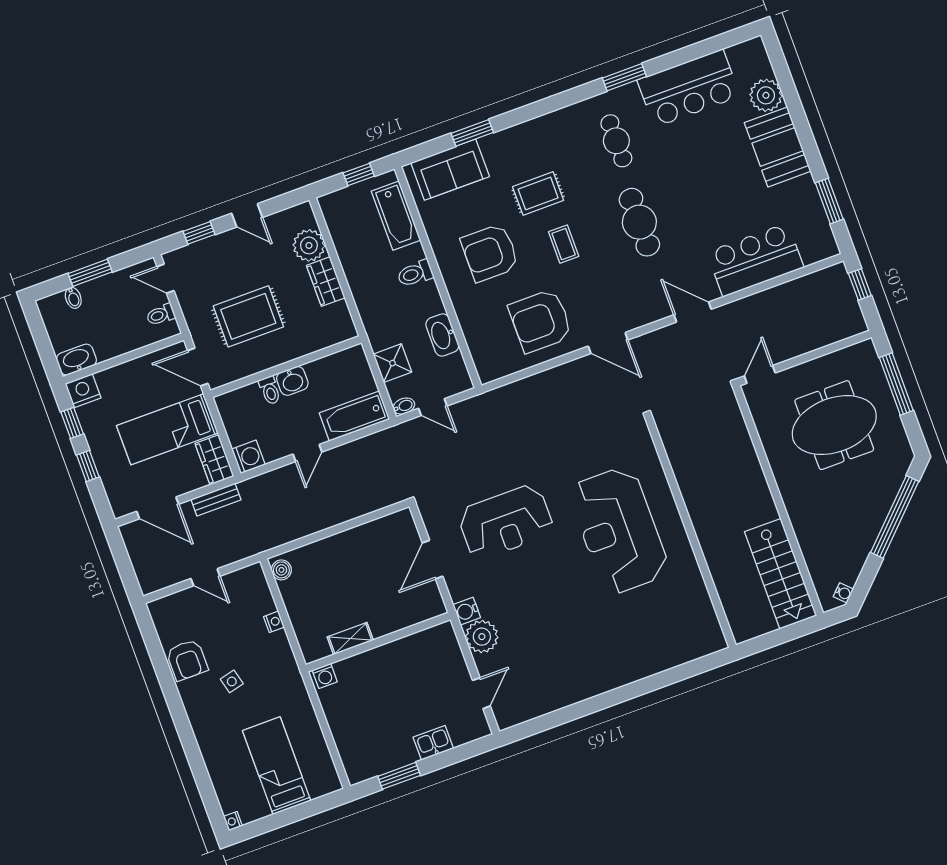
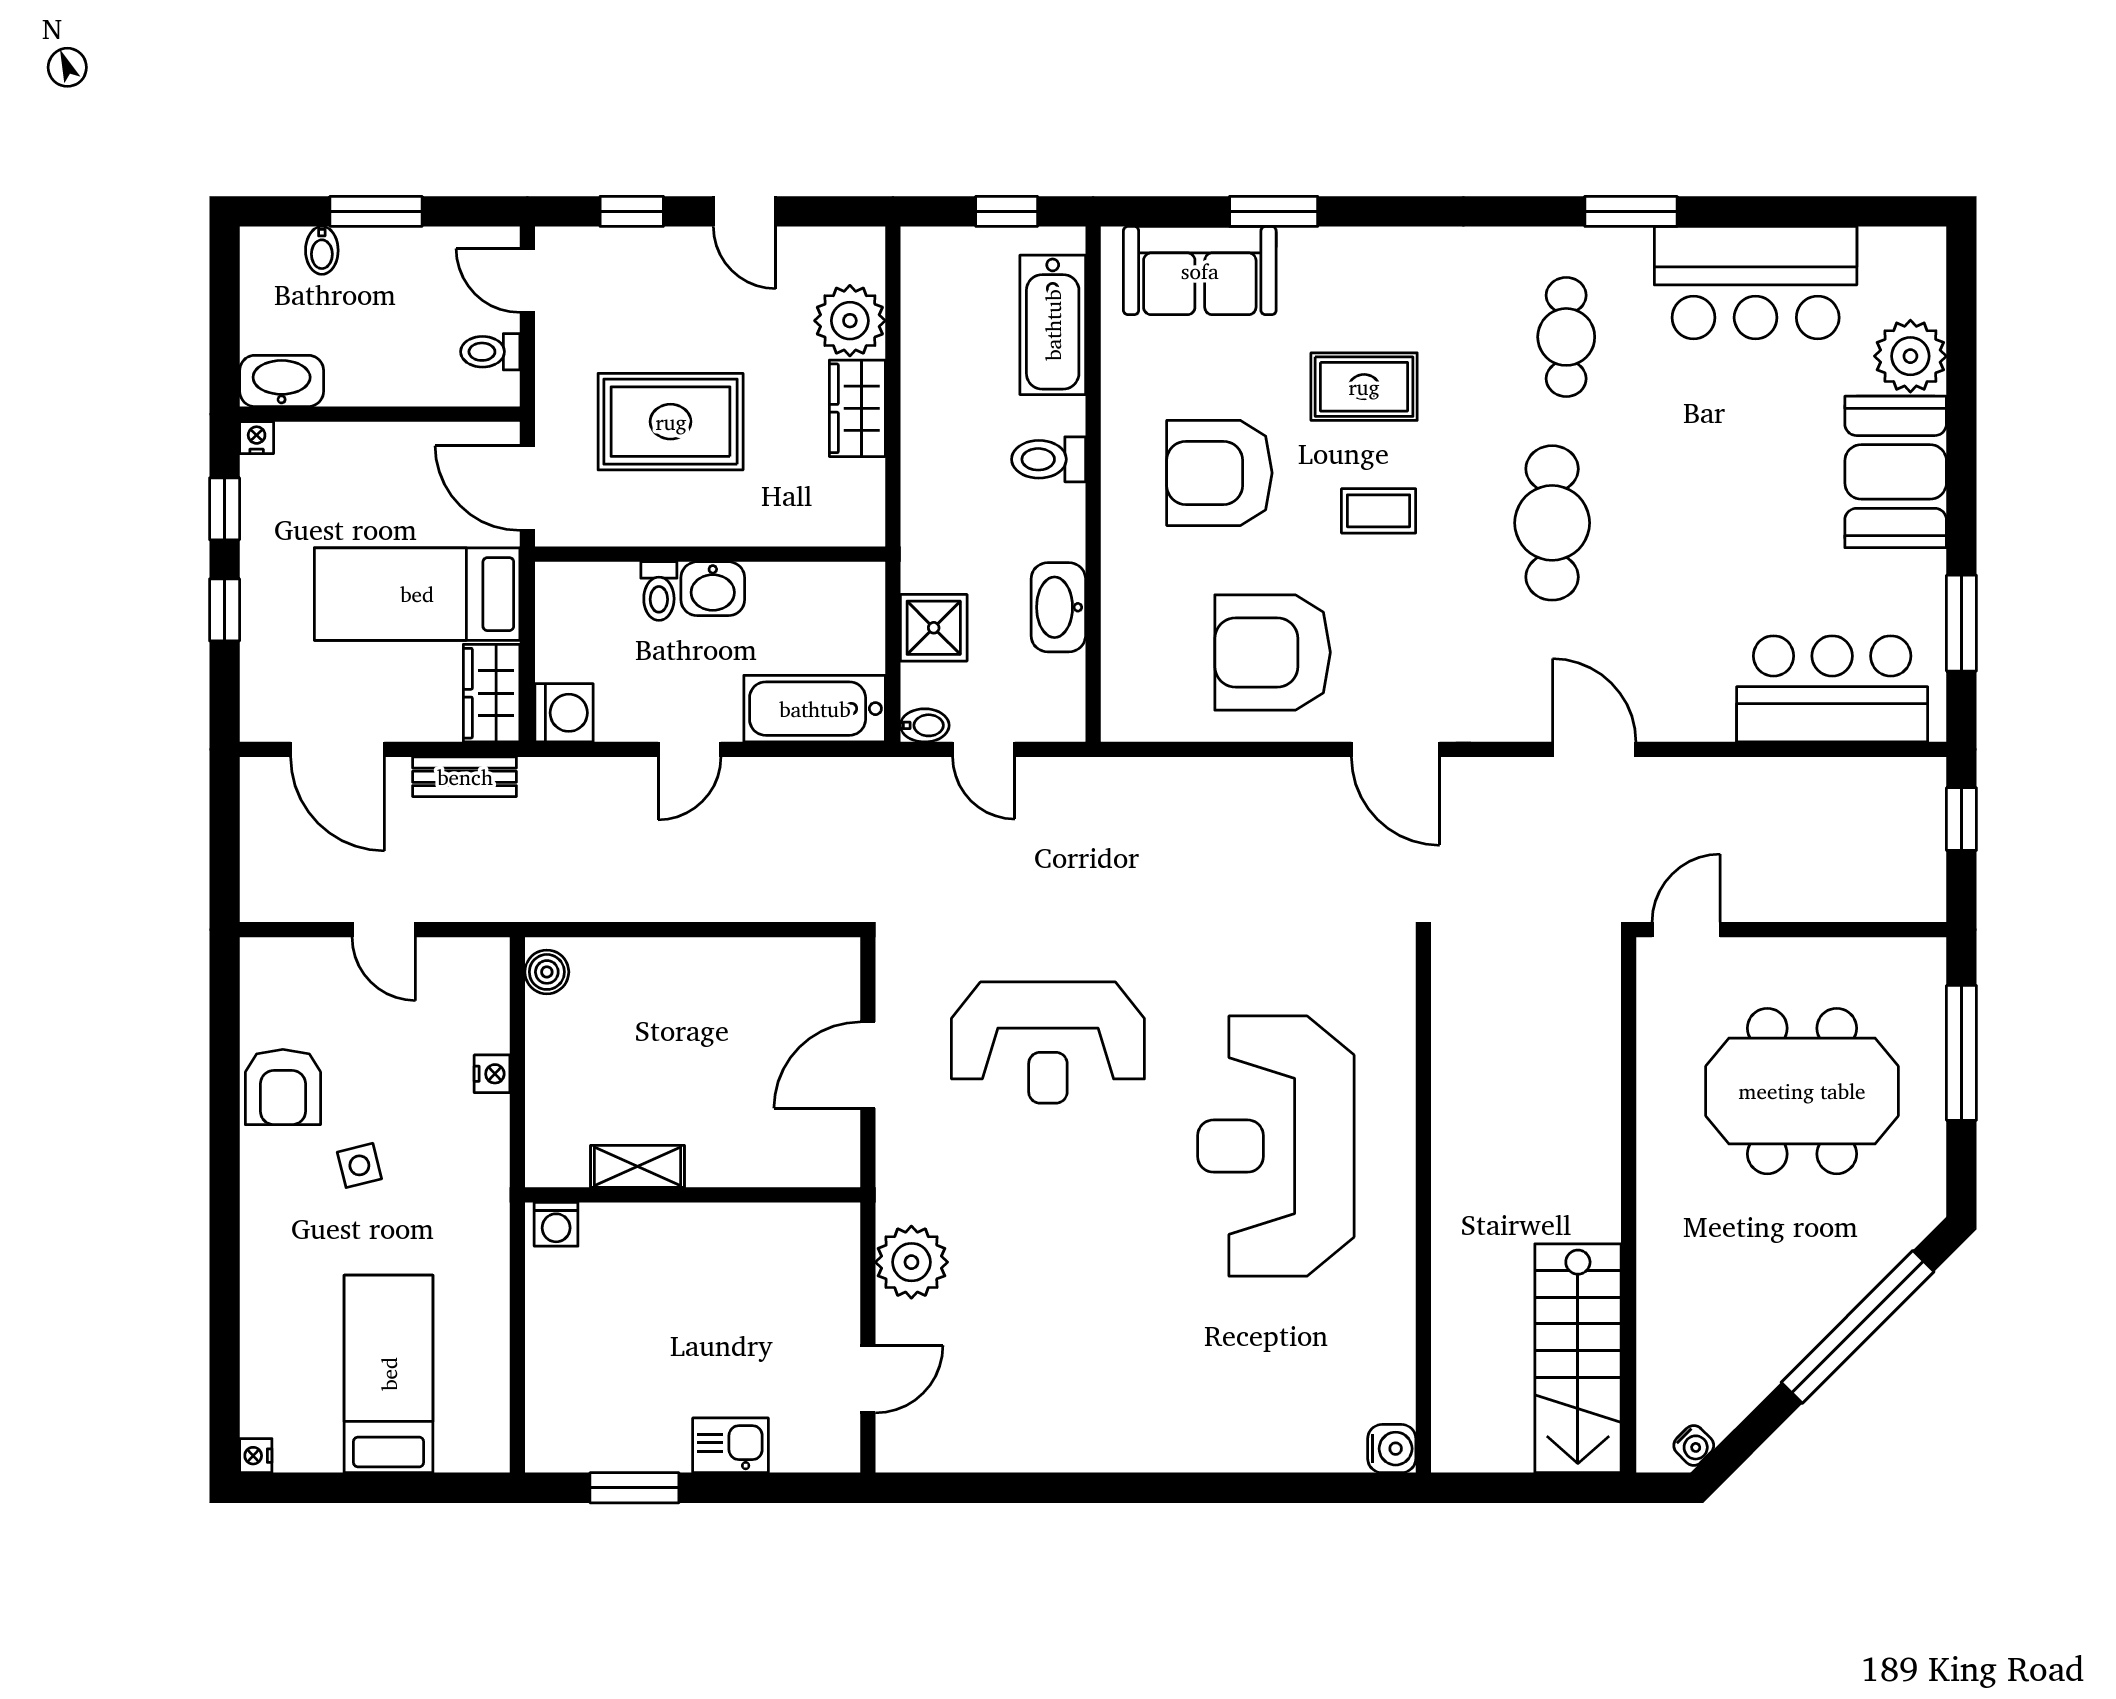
coffee table: (564, 244) -> (1379, 511), turned 90
bar counter: (755, 260) -> (1832, 689), moved
nightstand: (83, 391) -> (257, 438), width x0.53, depth x0.56
water cooler: (467, 611) -> (1392, 1449), moved, turned 180

